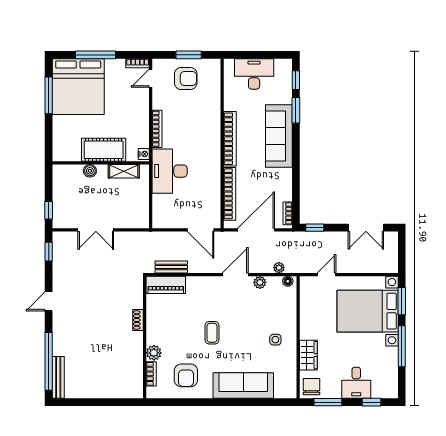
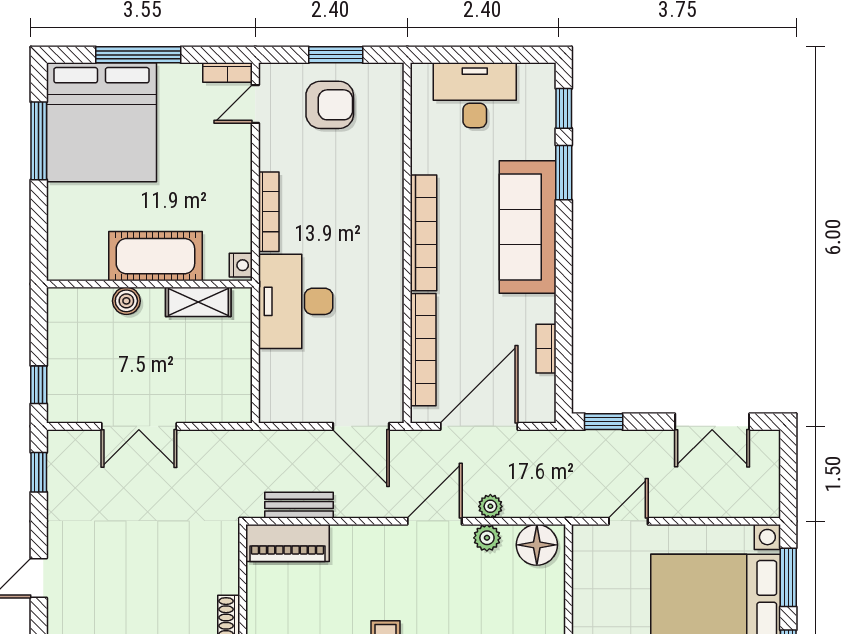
bookcase: (288, 213) -> (546, 349), moved
plant: (279, 268) -> (490, 506), moved
floor lamp: (288, 281) -> (537, 545), width x1.89, depth x1.89

